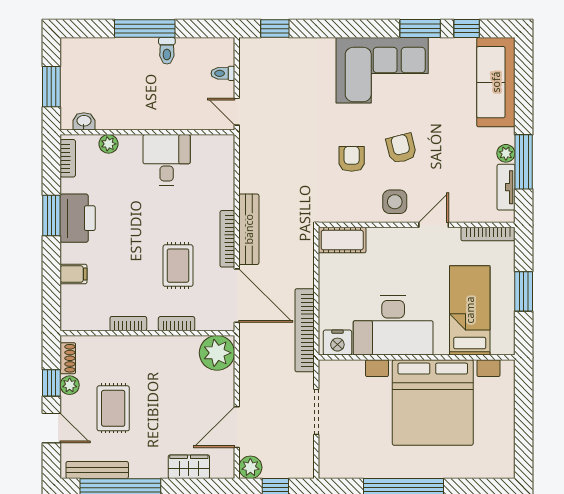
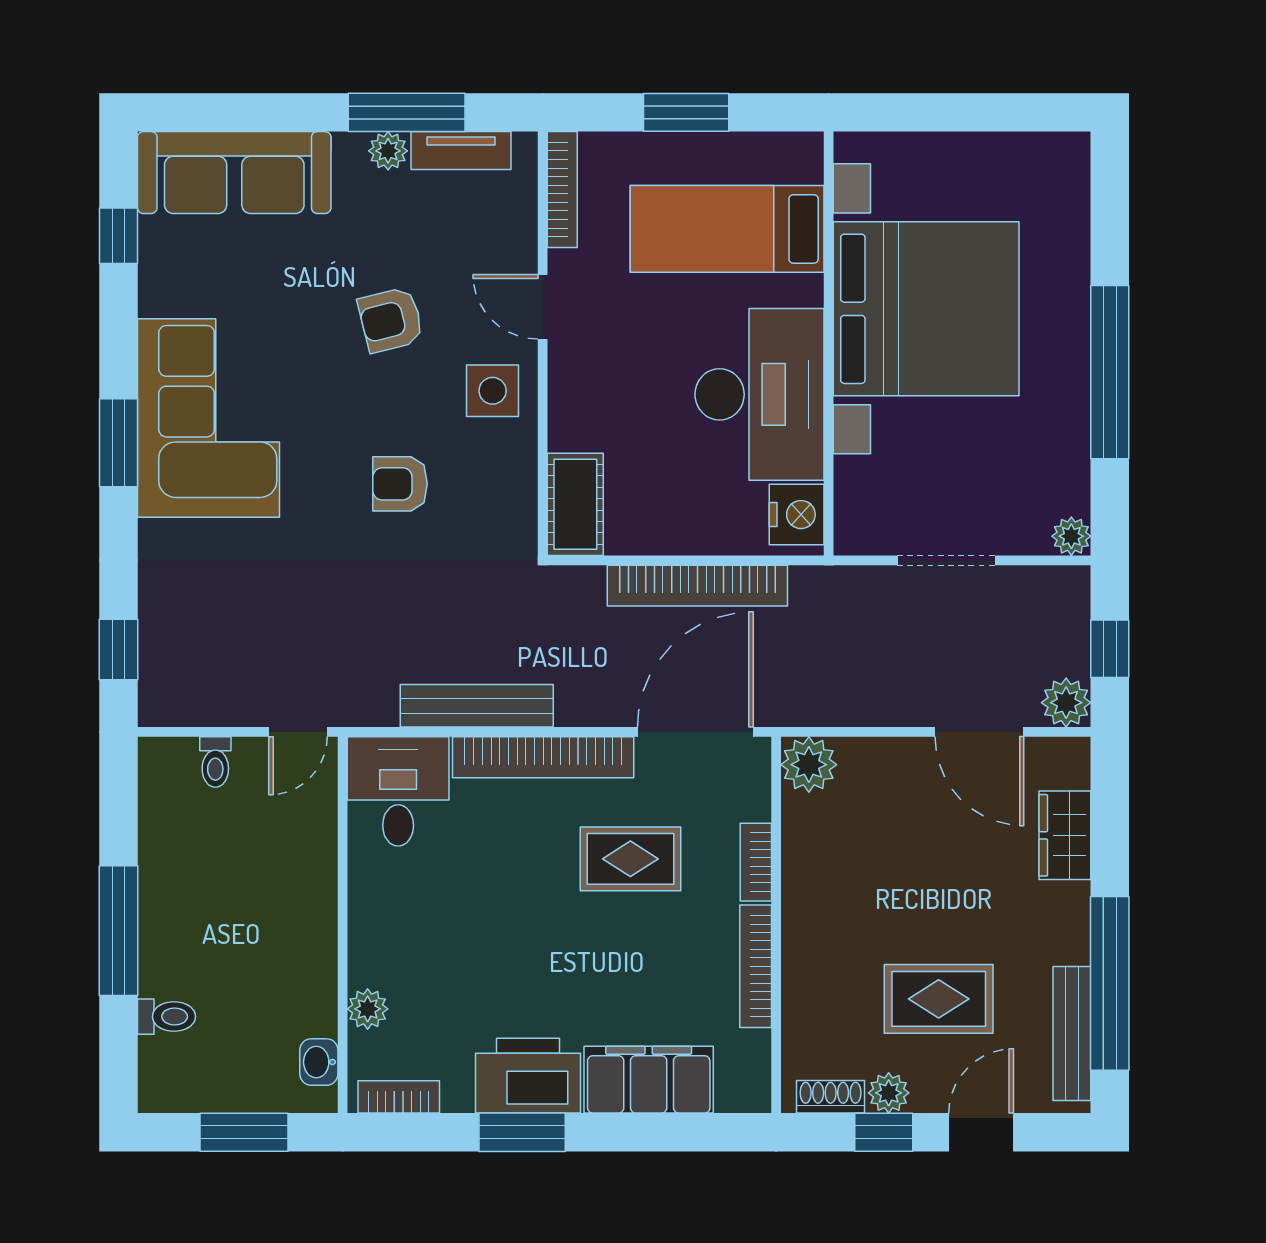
window: (420, 29) -> (119, 443), moved
toilet: (167, 51) -> (167, 1017), moved
armchair: (401, 148) -> (391, 320), moved
desk: (167, 160) -> (398, 791), moved, turned 90
bench: (249, 229) -> (477, 706), moved
bookcase: (227, 239) -> (543, 757), width x1.48, depth x1.31
filing cabinet: (74, 274) -> (649, 1080), width x3.00, depth x1.17
bookcase: (128, 324) -> (756, 966), width x1.56
bookcase: (305, 330) -> (697, 586), moved
plant: (217, 353) -> (809, 765), width x0.73, depth x0.73
plant: (327, 470) -> (1071, 536), added

